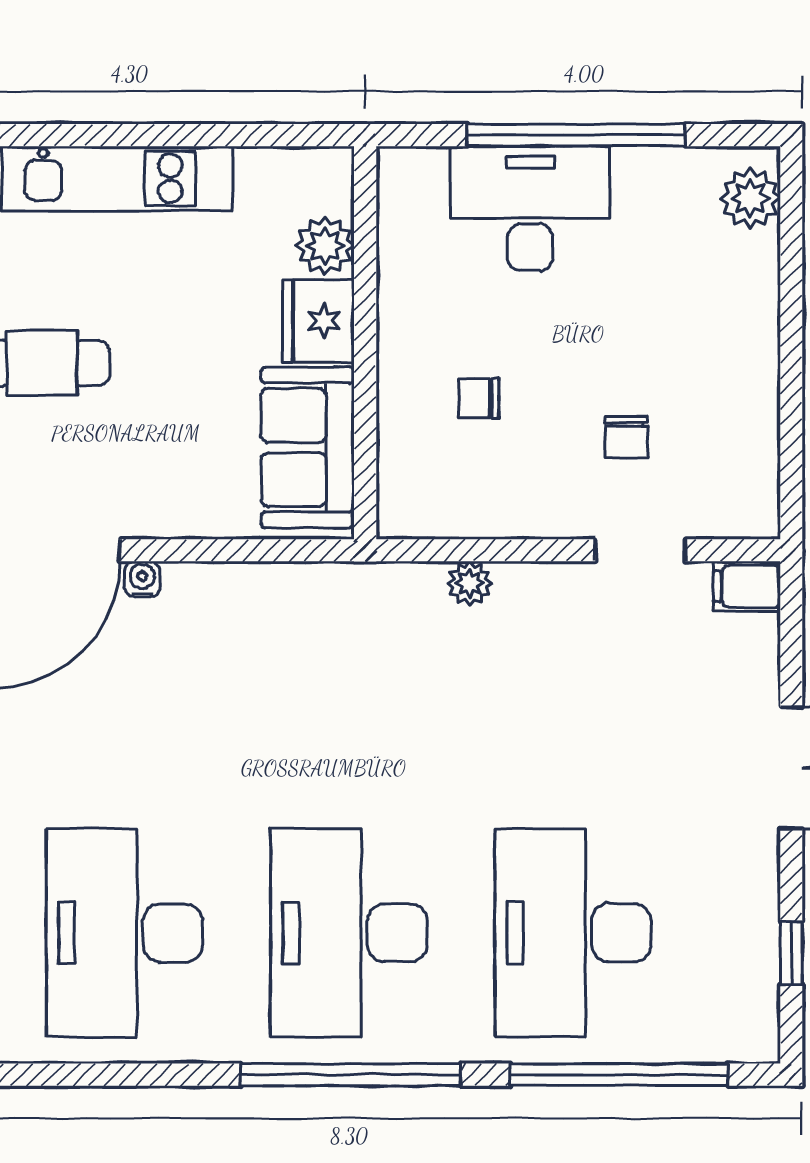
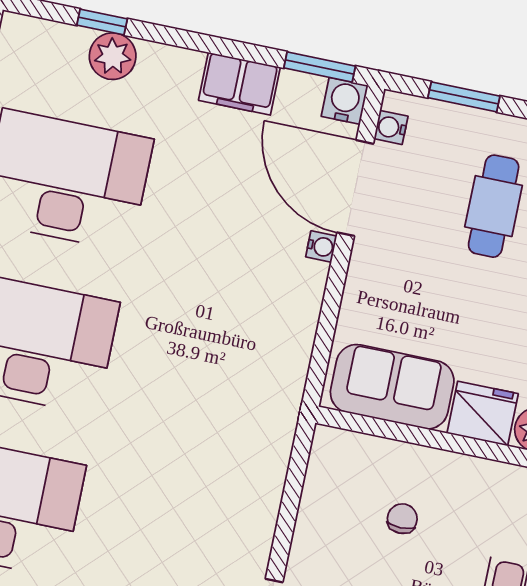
plant: (470, 583) -> (269, 484), removed

